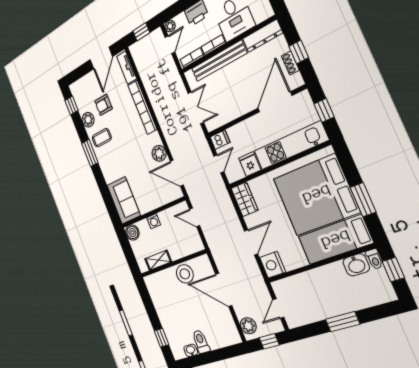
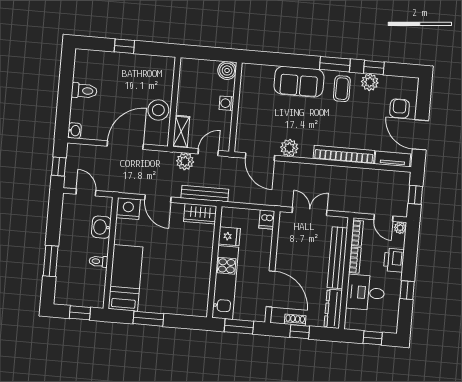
armchair: (104, 105) -> (399, 109), moved
window: (71, 106) -> (374, 68), moved
double door: (196, 108) -> (310, 212), swing flipped
window: (324, 110) -> (239, 326), width x1.50
door: (219, 164) -> (245, 206), removed
door: (177, 173) -> (260, 157), swing flipped
bed: (316, 195) -> (171, 281), removed
sofa: (124, 200) -> (299, 82), moved
bench: (227, 204) -> (205, 194), added
toilet: (374, 259) -> (98, 261), moved
shelving: (158, 260) -> (181, 132), moved
washbasin: (356, 265) -> (101, 227), moved
window: (343, 322) -> (51, 261), moved
plant: (248, 326) -> (185, 161), moved
window: (161, 338) -> (124, 46), moved
washbasin: (191, 350) -> (74, 131), moved

